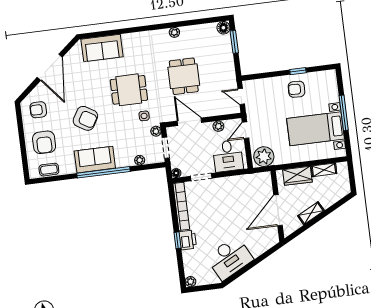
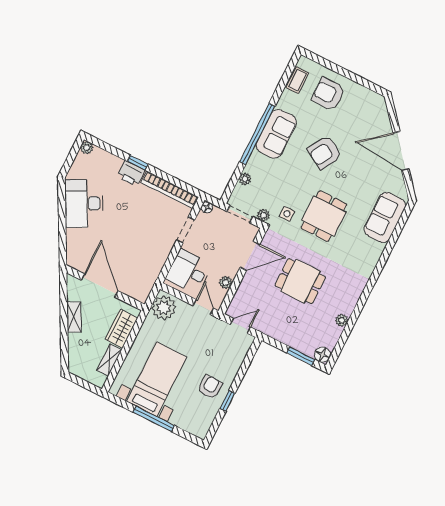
plant: (174, 32) -> (342, 320), moved
armchair: (38, 110) -> (366, 110), removed

